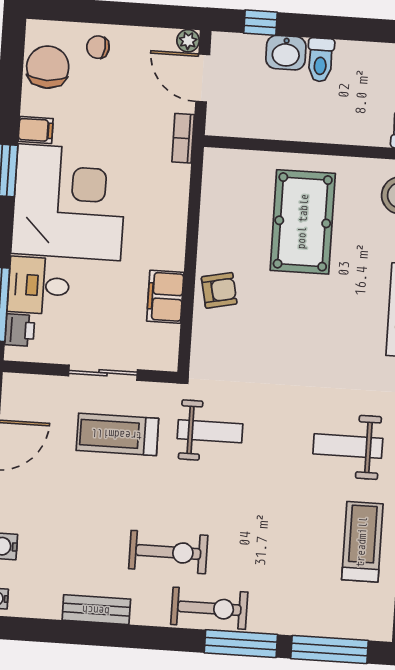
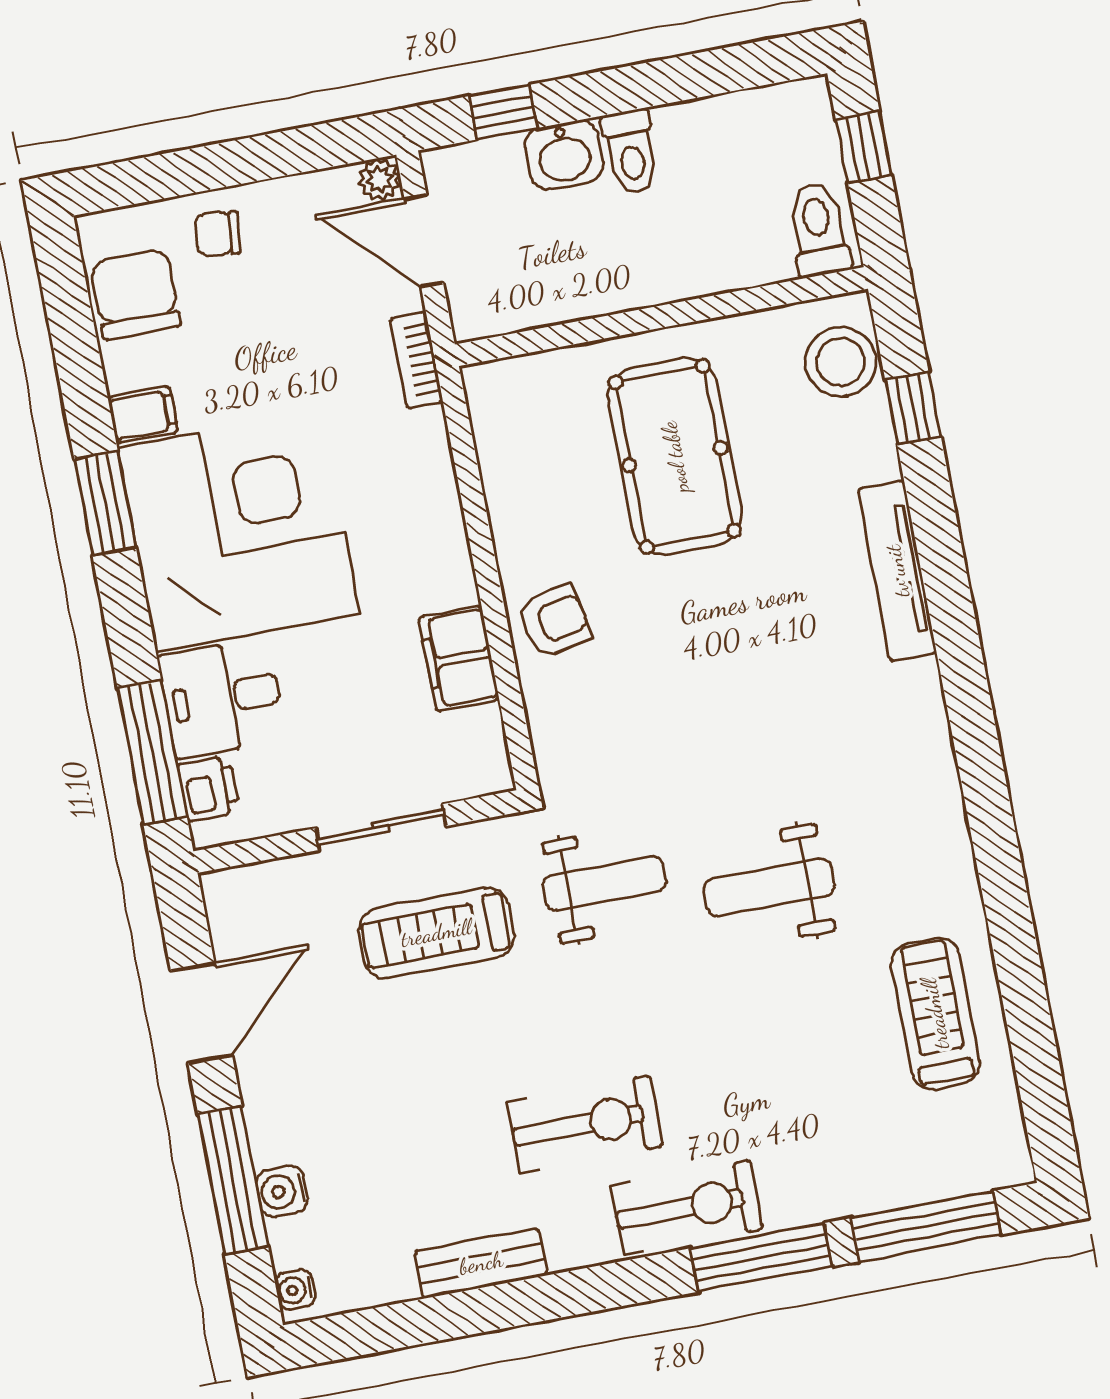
weight bench: (348, 446) -> (769, 887), moved

